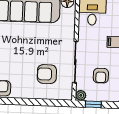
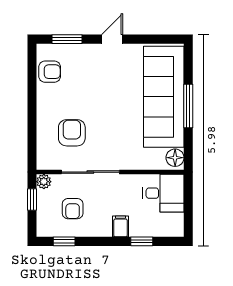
armchair: (101, 76) -> (73, 209), turned -90

